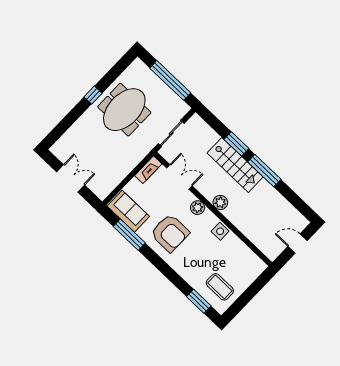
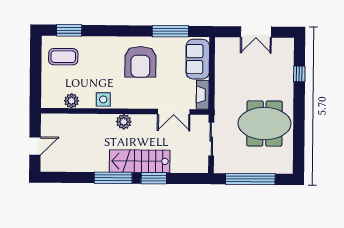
window: (93, 95) -> (299, 74), moved
meeting table: (124, 110) -> (264, 124), turned 90
plant: (198, 208) -> (71, 101), moved
sofa: (128, 211) -> (198, 59), moved, turned 90
armchair: (170, 233) -> (140, 62), turned -90

